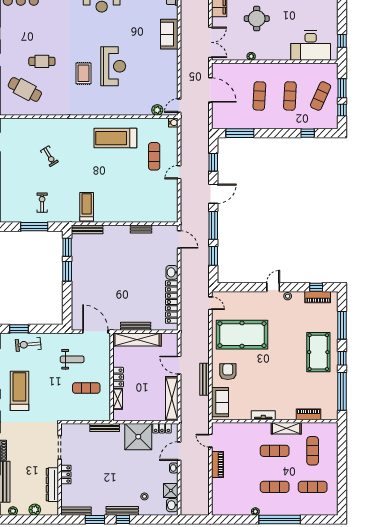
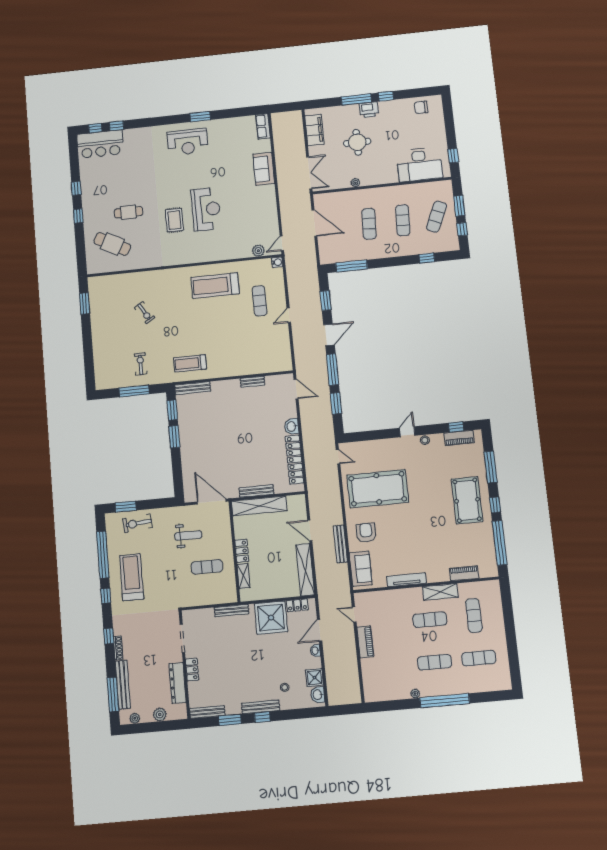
treadmill: (87, 207) -> (190, 363), turned -90
tv unit: (263, 415) -> (406, 580), width x1.41

